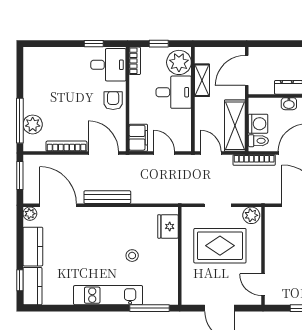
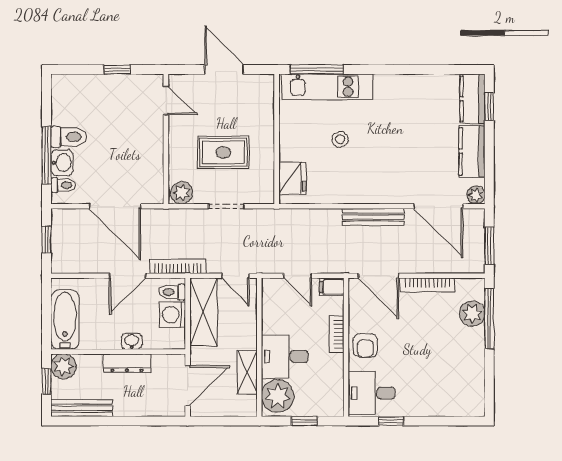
bookcase: (135, 61) -> (336, 334), moved
filing cabinet: (138, 138) -> (332, 287), width x0.50
rug: (220, 246) -> (223, 152), width x0.73, depth x0.70
kitchen unit: (108, 295) -> (327, 87), moved

